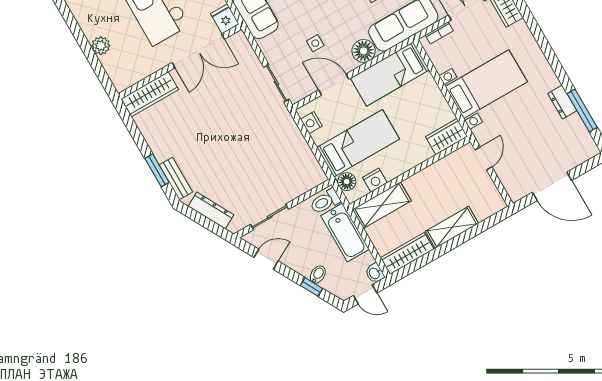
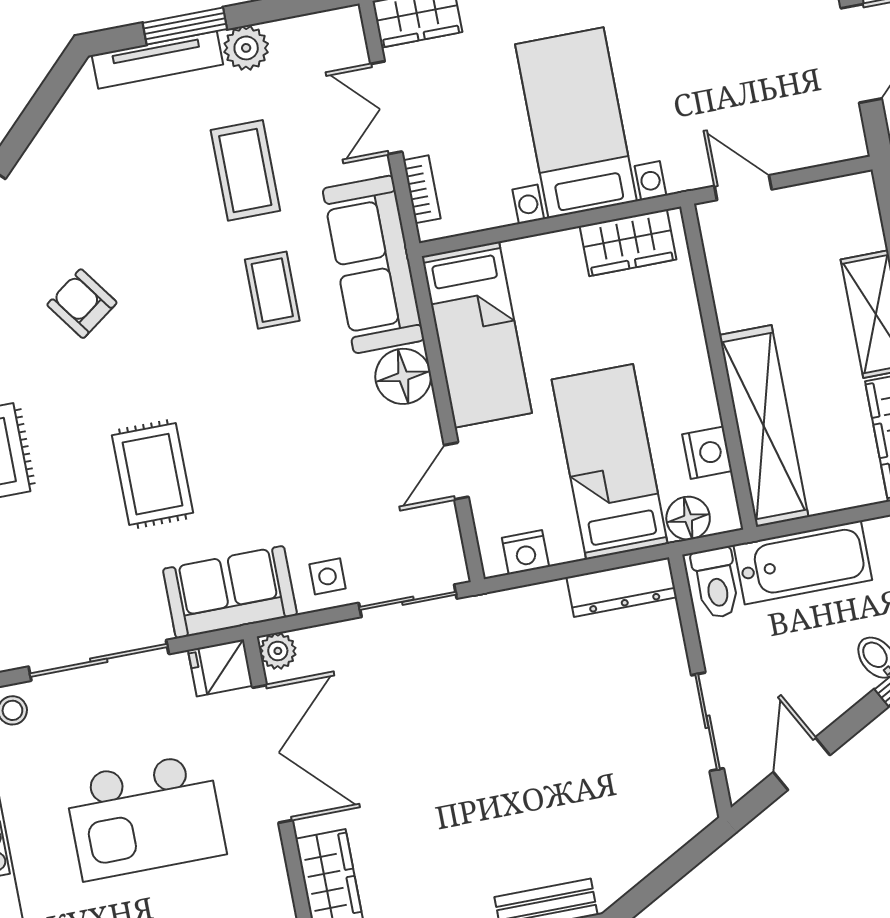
plant: (239, 39) -> (278, 651), added
side table: (315, 43) -> (328, 576), moved
door: (334, 85) -> (456, 471), width x0.73
wardrobe: (447, 137) -> (628, 243), moved, turned -90
shelving: (382, 205) -> (764, 426), width x1.47
dresser: (211, 211) -> (622, 587), moved, turned -151

